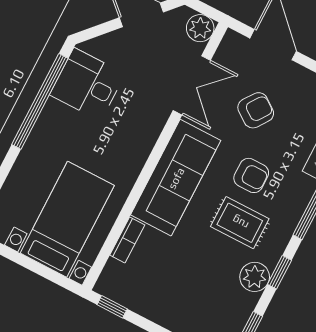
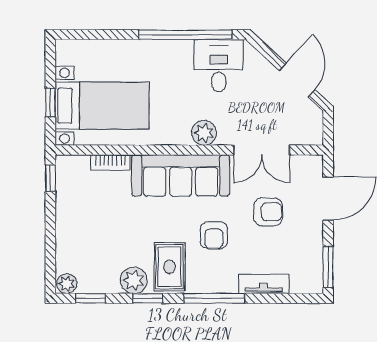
plant: (200, 28) -> (204, 133), moved
armchair: (256, 110) -> (268, 212), turned -36
rug: (240, 223) -> (169, 267), moved
window: (38, 268) -> (50, 103), added

